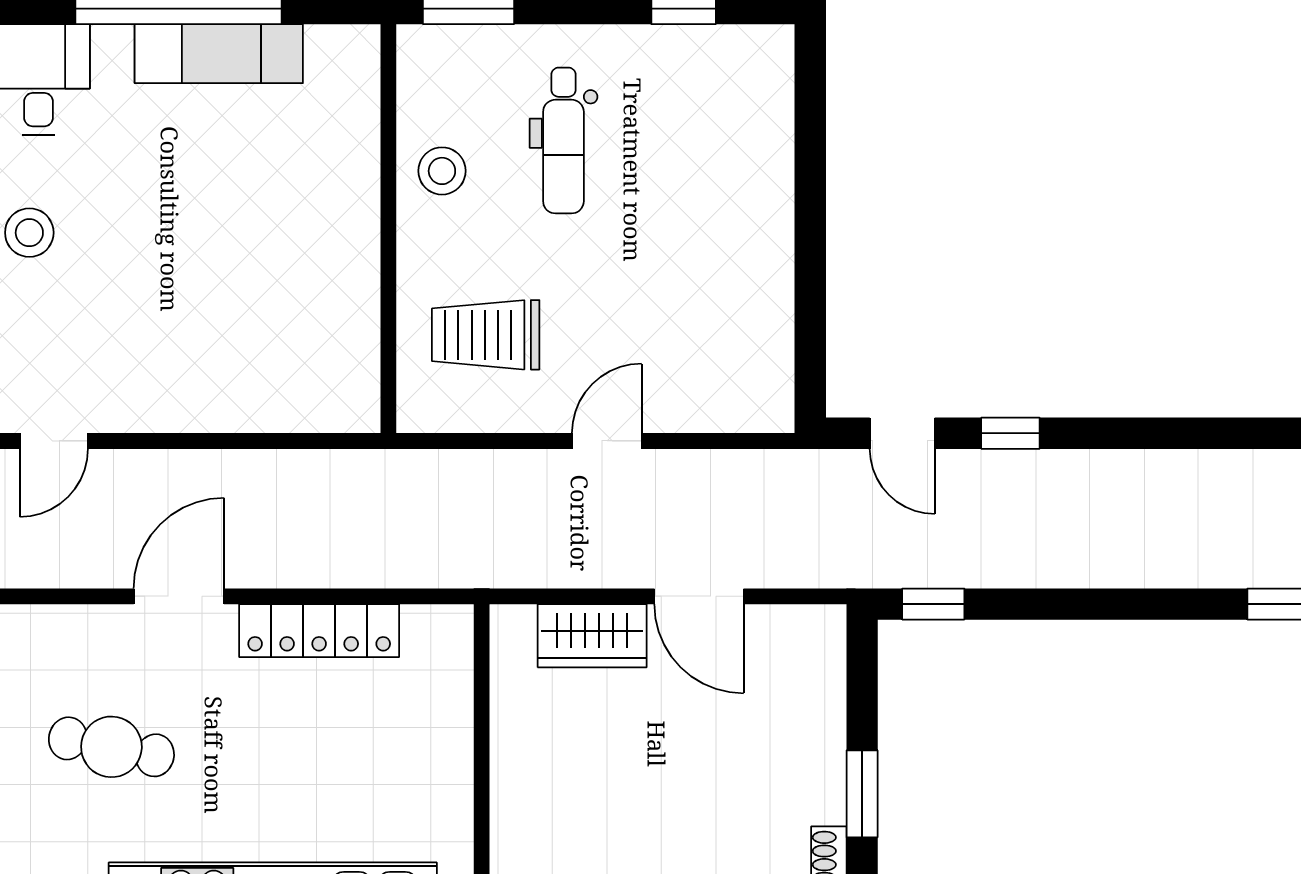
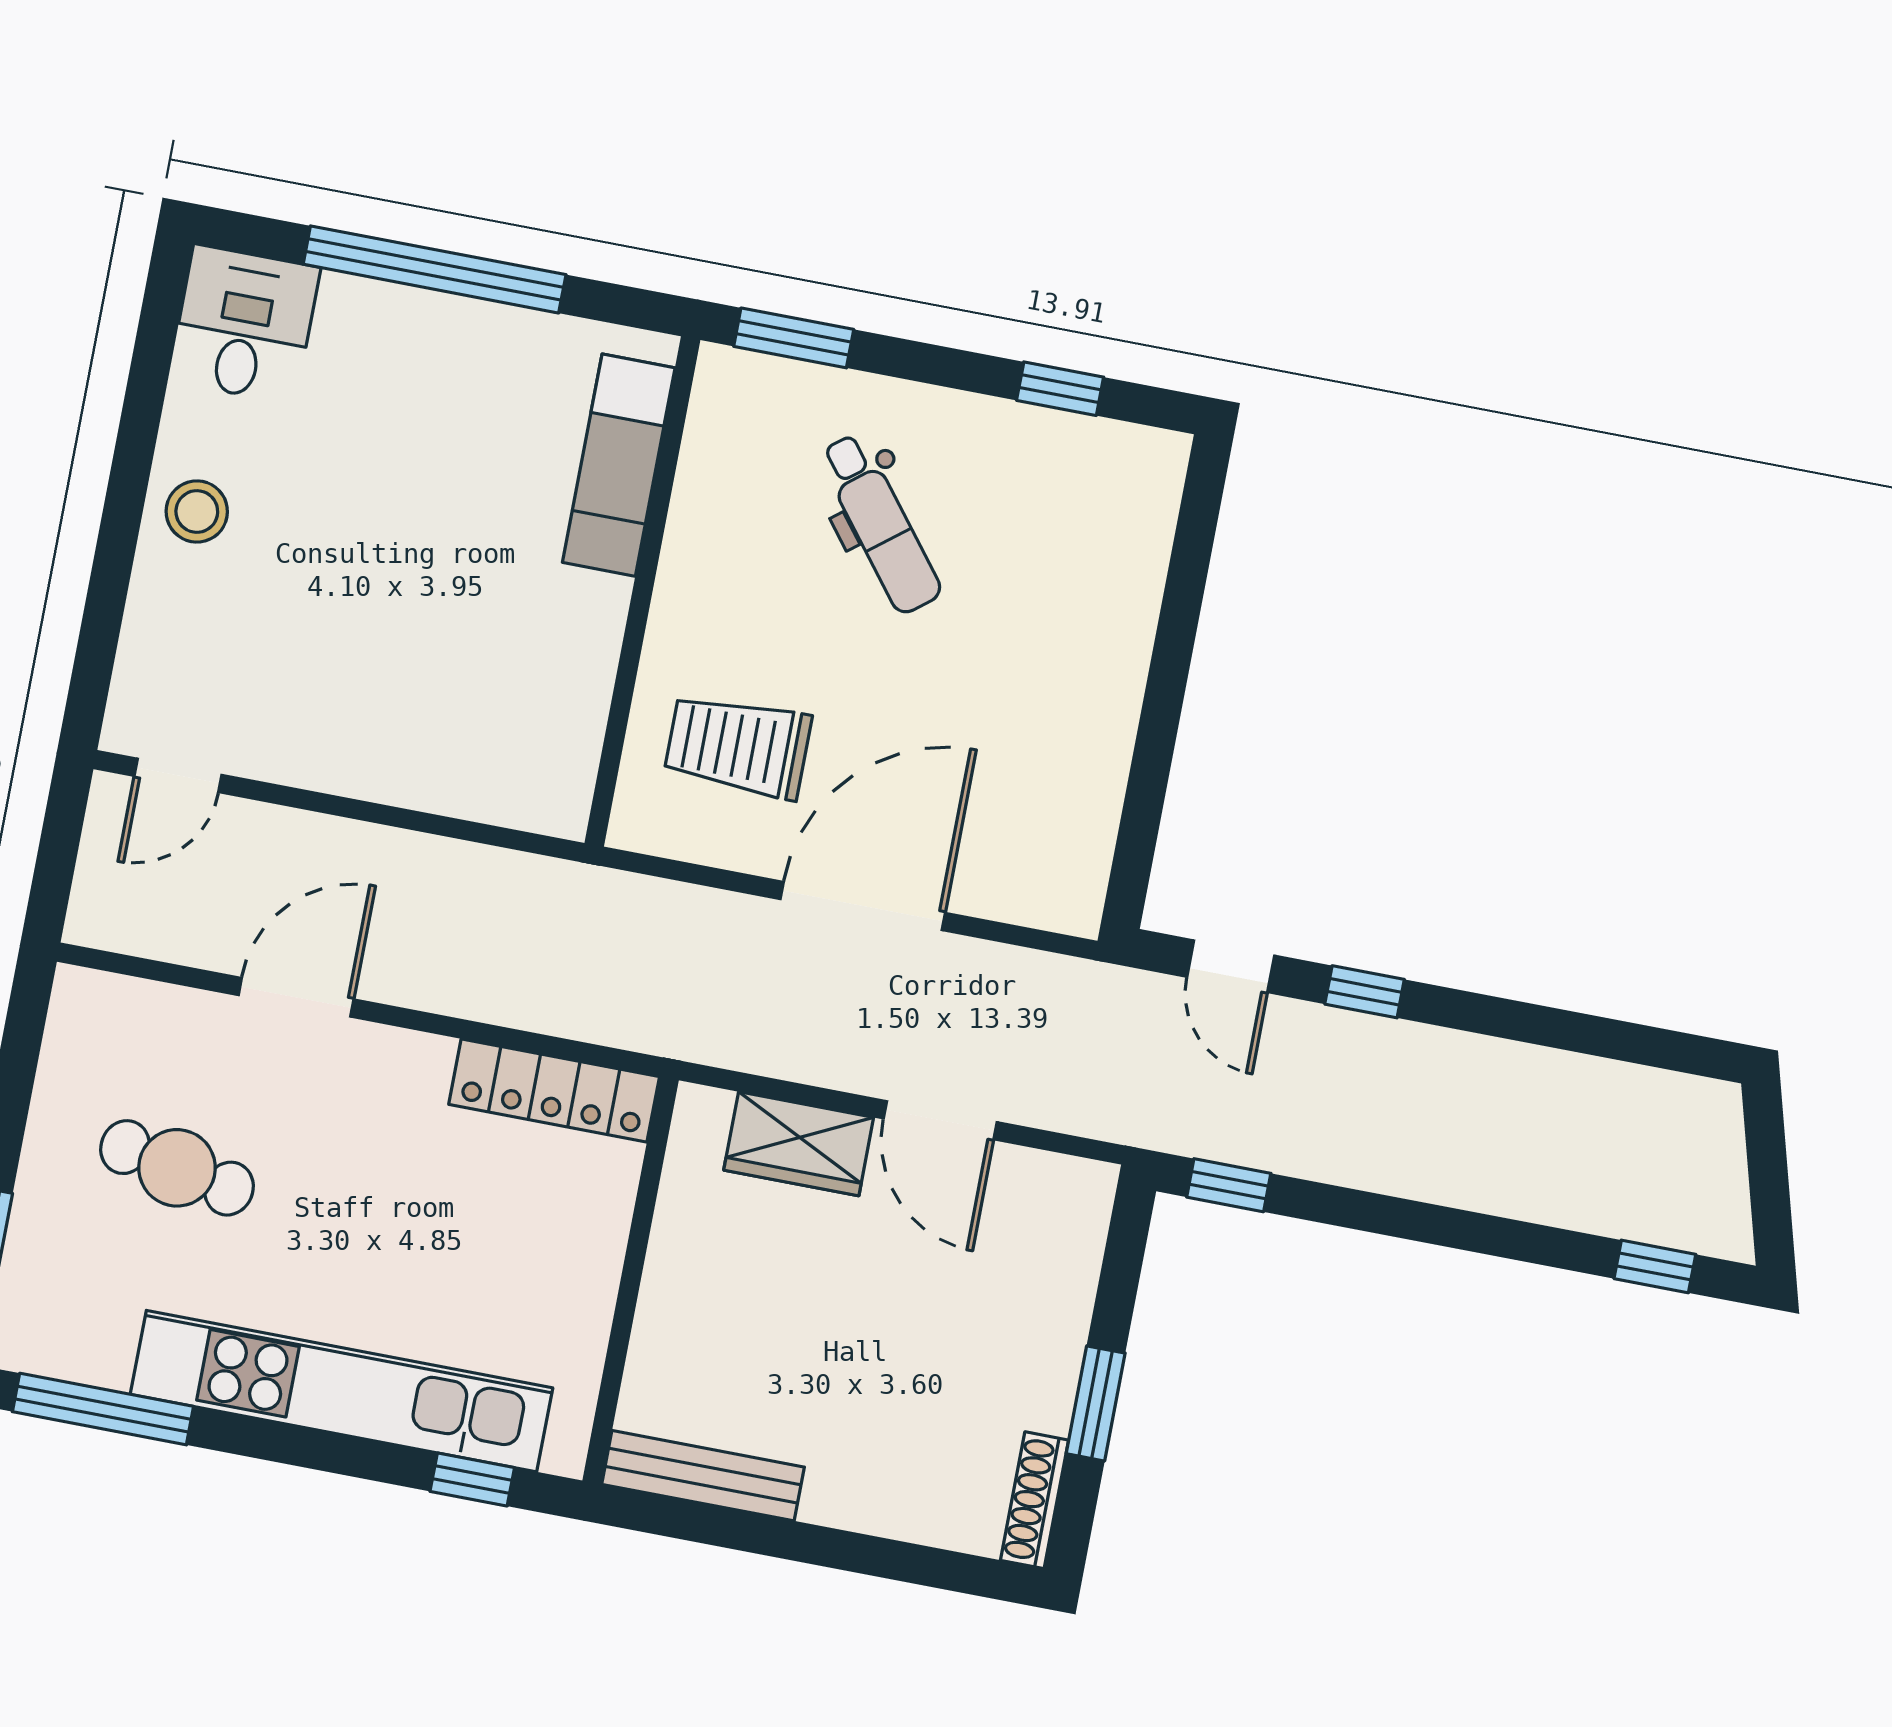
exam couch: (219, 54) -> (619, 465), moved, turned 90
dental chair: (563, 141) -> (880, 524), turned -38
stool: (442, 171) -> (722, 533), removed
door: (607, 441) -> (863, 906), width x1.88
locker: (319, 631) -> (554, 1090), moved

